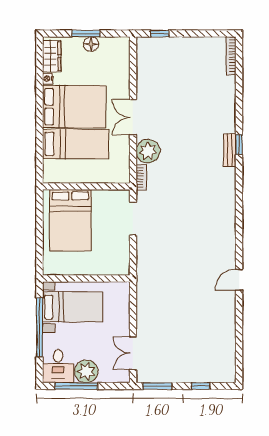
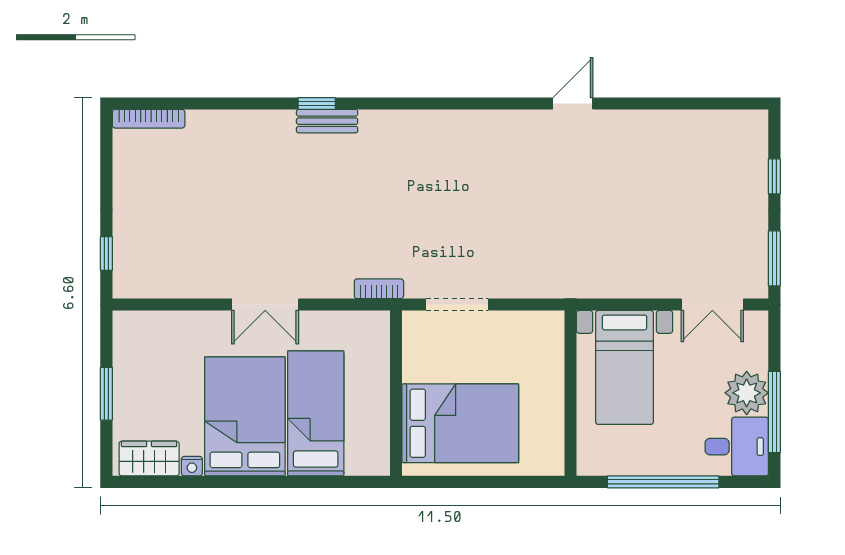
floor lamp: (91, 44) -> (126, 384), removed
plant: (148, 151) -> (329, 276), removed
door: (239, 280) -> (573, 104), swing flipped
bed with nightstands: (73, 307) -> (625, 367), moved, turned 180

